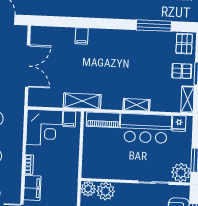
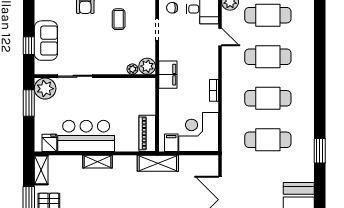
piano: (103, 120) -> (147, 133), moved, turned -90
filing cabinet: (32, 188) -> (168, 75), moved, turned 180
plant: (106, 191) -> (132, 69), width x0.53, depth x0.53

